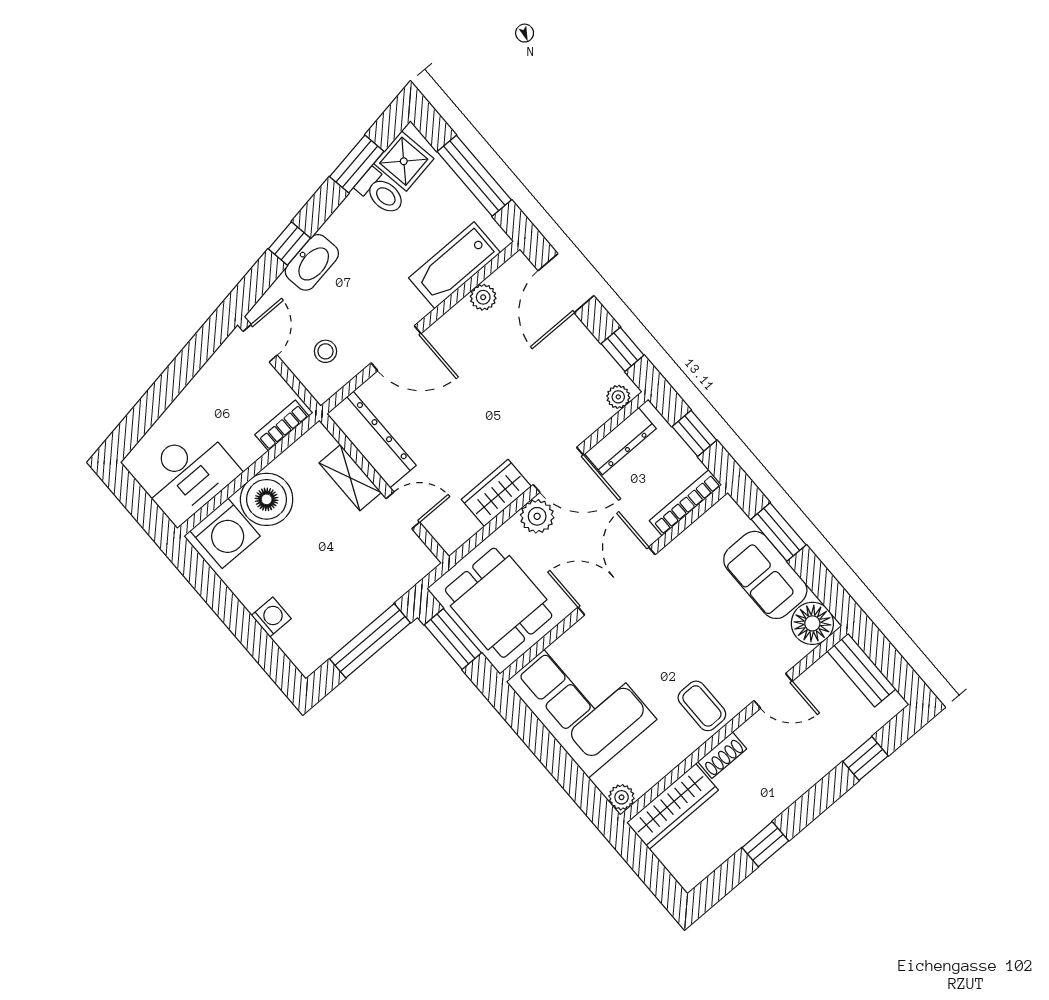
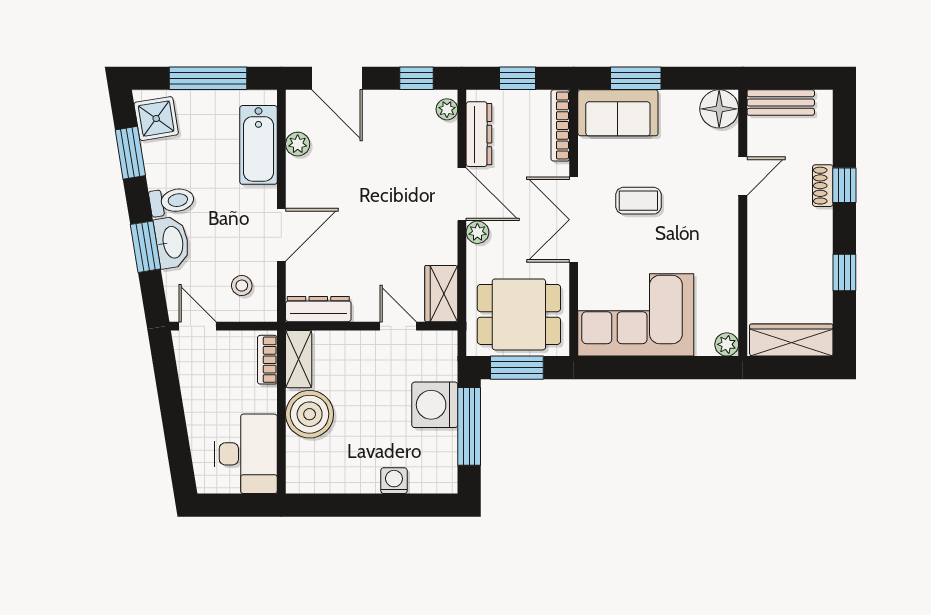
toilet: (381, 192) -> (172, 201), moved
window: (289, 244) -> (146, 247), width x1.50
dresser: (371, 440) -> (318, 309), width x0.73, depth x0.80
door: (558, 470) -> (462, 194), hinge flipped
shelving: (350, 478) -> (299, 359), moved, turned 90
wardrobe: (496, 493) -> (441, 294), moved
door: (403, 510) -> (398, 326), hinge flipped
plant: (537, 516) -> (477, 232), width x0.73, depth x0.73
washing machine: (225, 533) -> (435, 405), moved, turned 180
sofa: (765, 575) -> (618, 113), moved
coffee table: (702, 706) -> (638, 201), moved
shoe rack: (722, 755) -> (823, 186), moved, turned 180
window: (865, 759) -> (844, 185), moved
wardrobe: (672, 806) -> (791, 340), moved, turned -90

